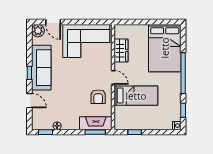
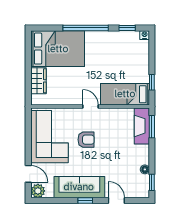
door: (53, 22) -> (28, 174), hinge flipped
wardrobe: (121, 50) -> (38, 81), moved, turned 90
door: (113, 77) -> (91, 107), hinge flipped
bed: (136, 96) -> (125, 94), moved, turned -90
armchair: (98, 97) -> (86, 140), moved
door: (29, 101) -> (116, 201), hinge flipped

